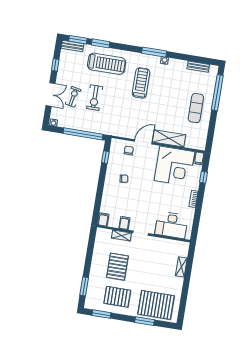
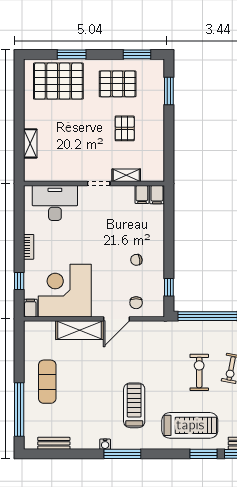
treadmill: (107, 64) -> (190, 425), turned 180
treadmill: (141, 83) -> (134, 405), turned 180
filing cabinet: (124, 223) -> (142, 194), moved
pallet: (117, 267) -> (125, 128), width x0.67, depth x0.71

